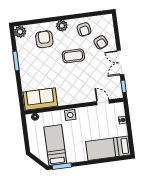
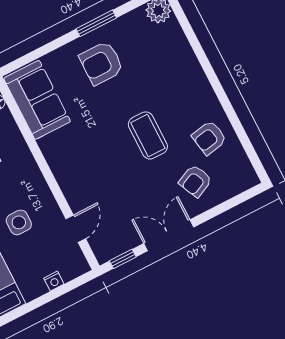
plant: (62, 26) -> (200, 90), removed
armchair: (44, 39) -> (101, 63), moved, turned 180
side table: (70, 115) -> (19, 222), moved

